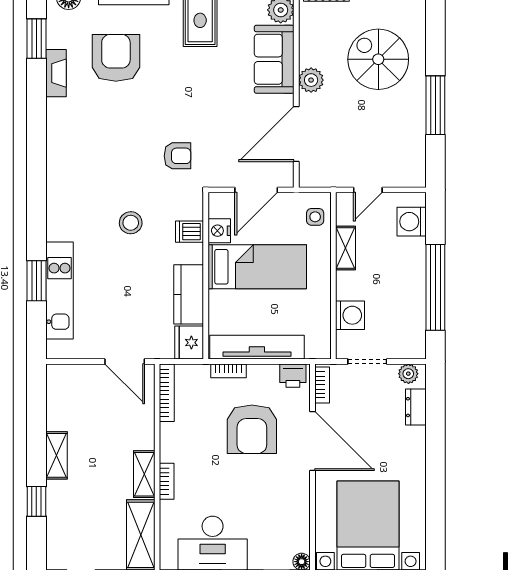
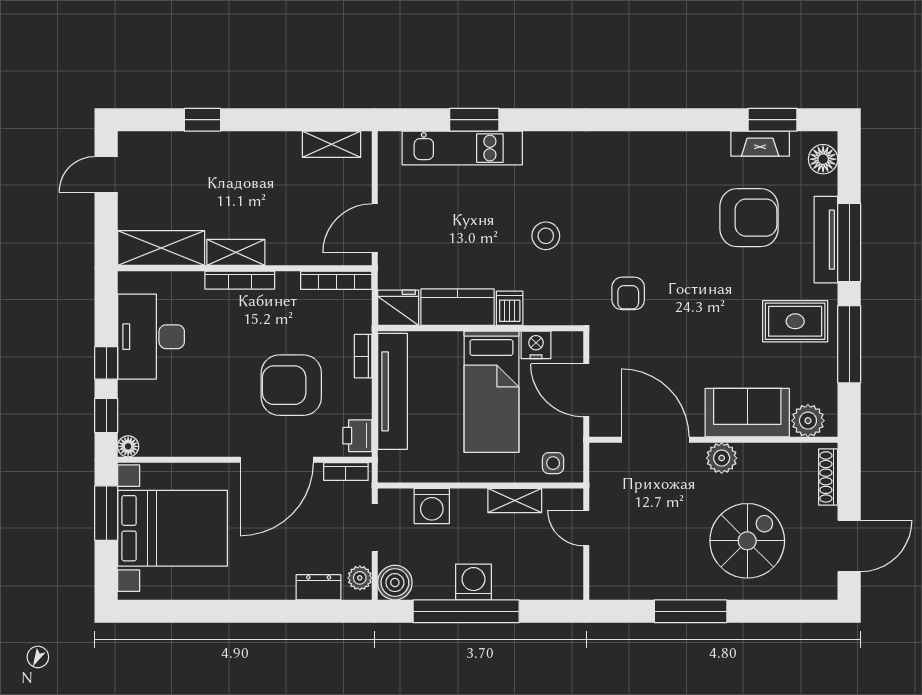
fireplace: (56, 73) -> (760, 144), moved
washing machine: (412, 222) -> (473, 582), moved
dishwasher: (190, 232) -> (510, 308), moved
boiler: (412, 345) -> (395, 583), added
shelving: (56, 455) -> (332, 144), moved
bookcase: (167, 481) -> (240, 280), width x1.56

